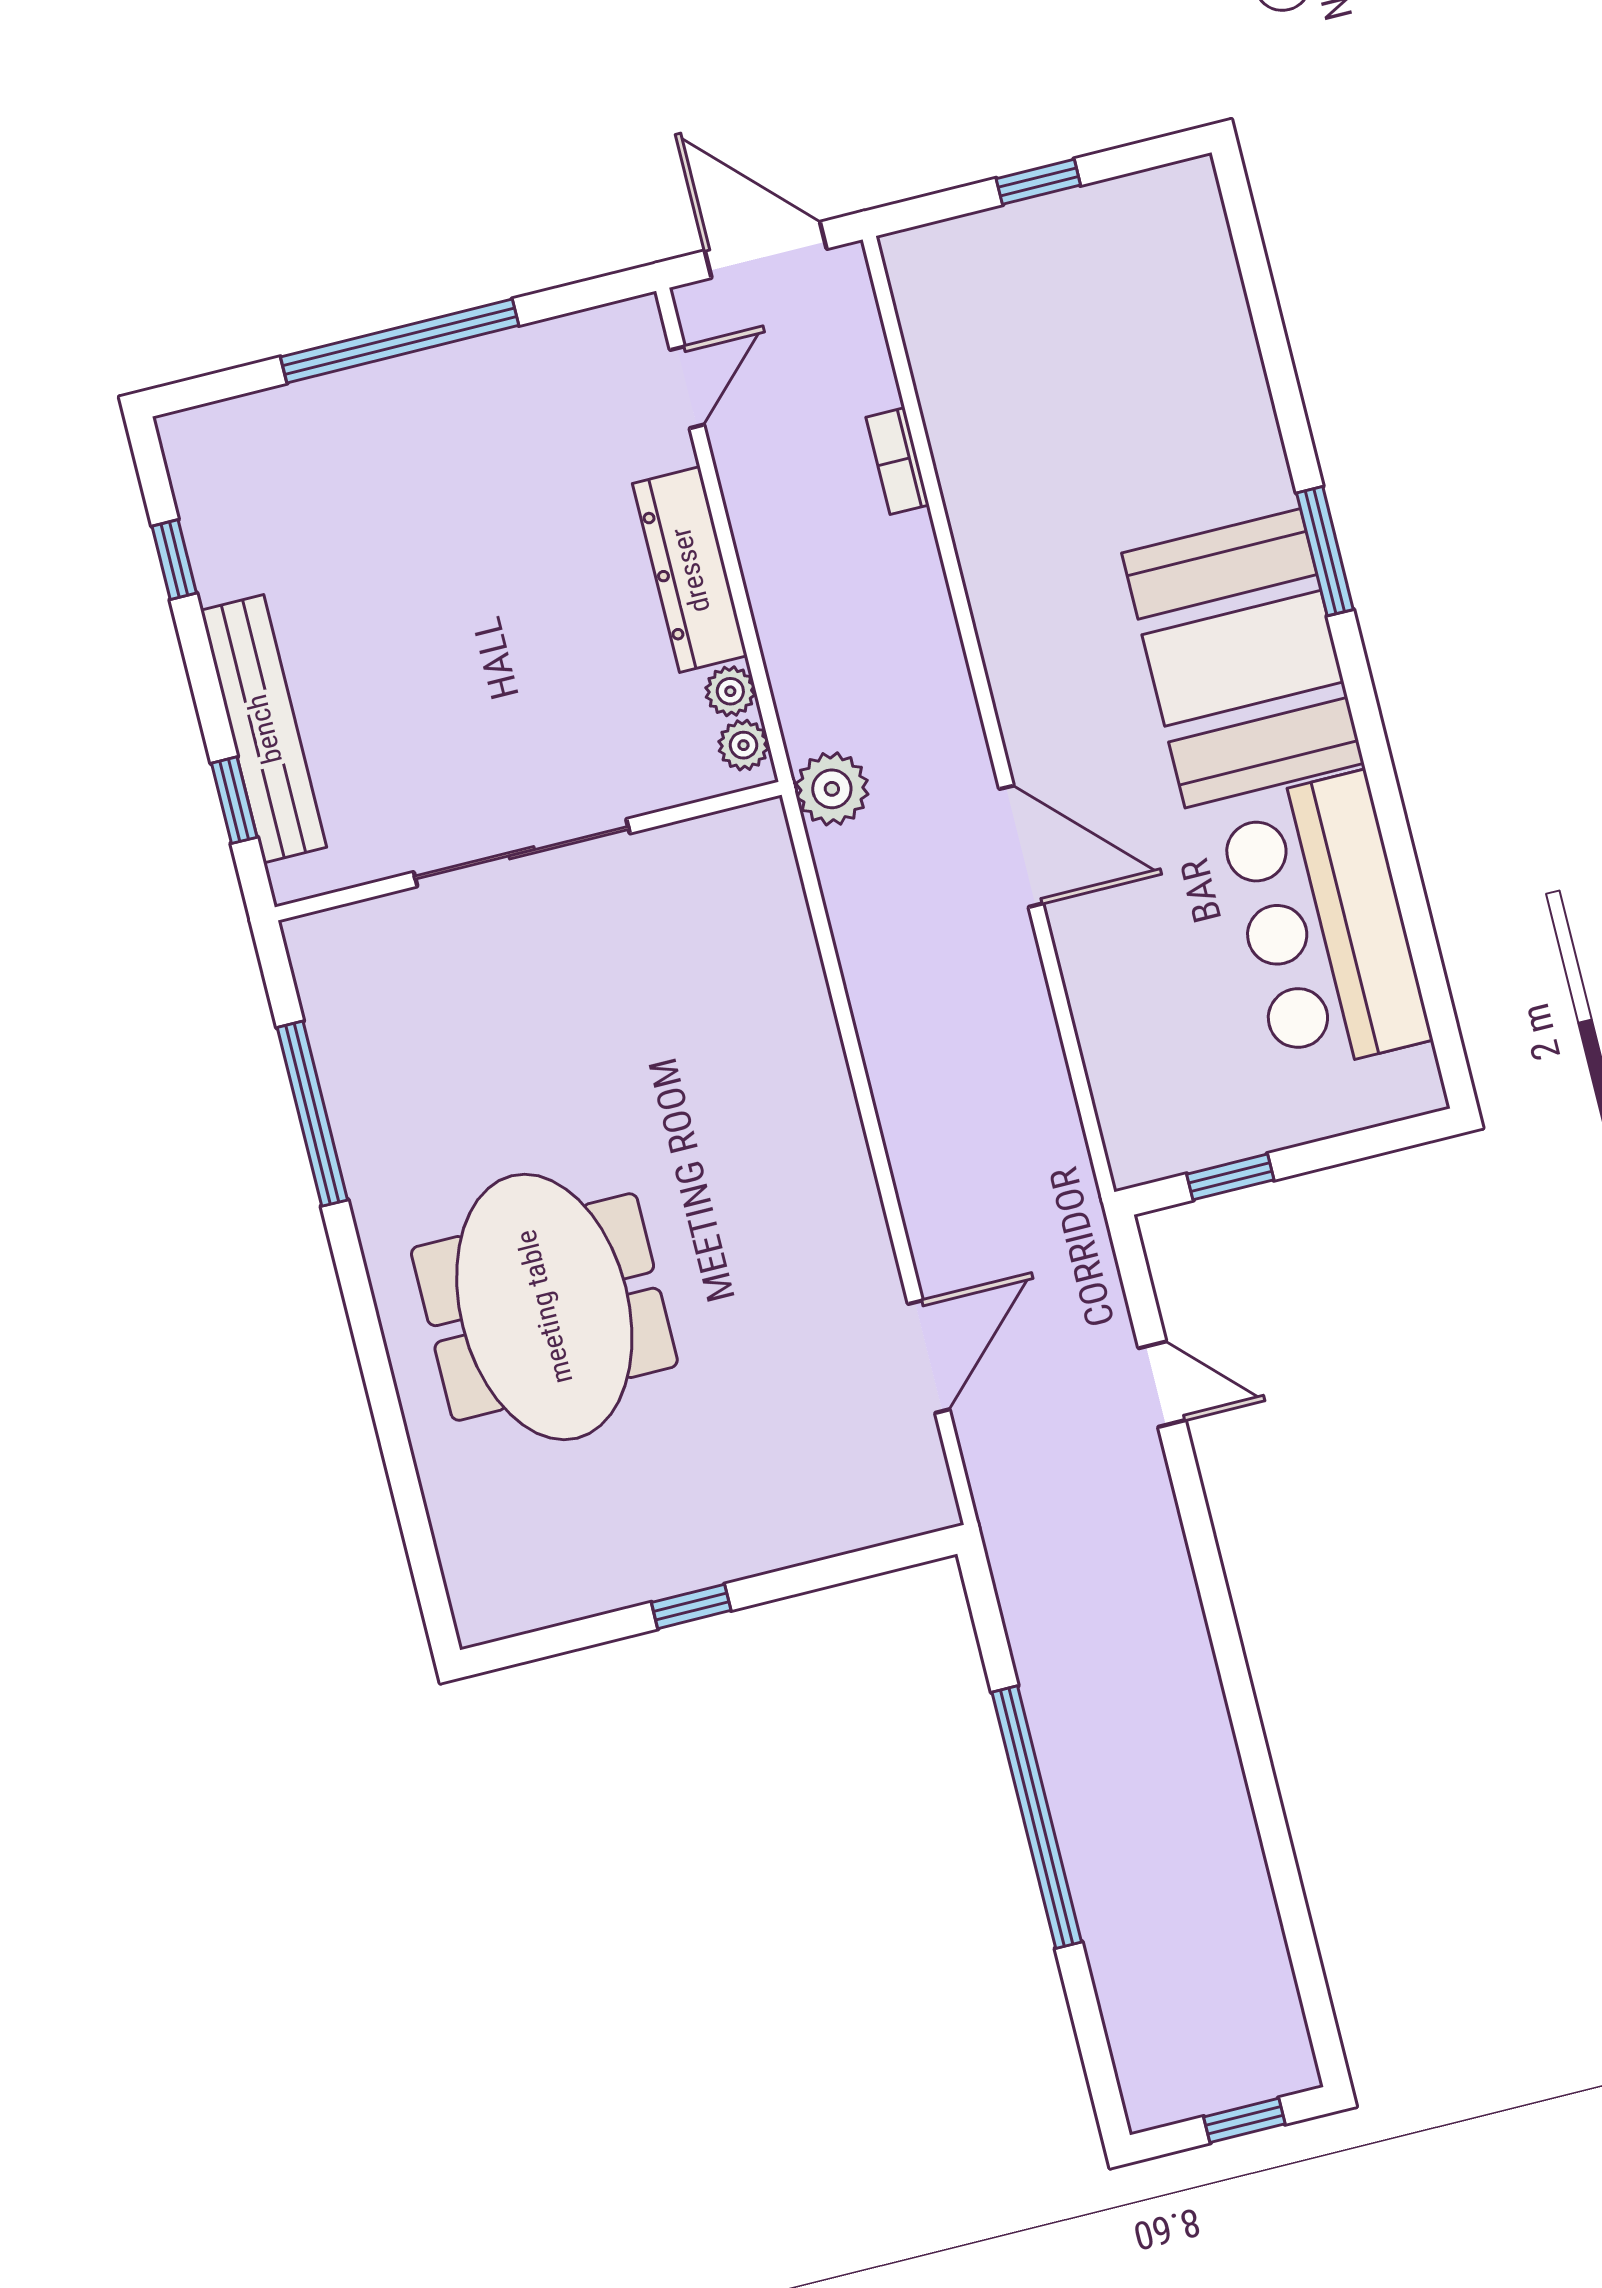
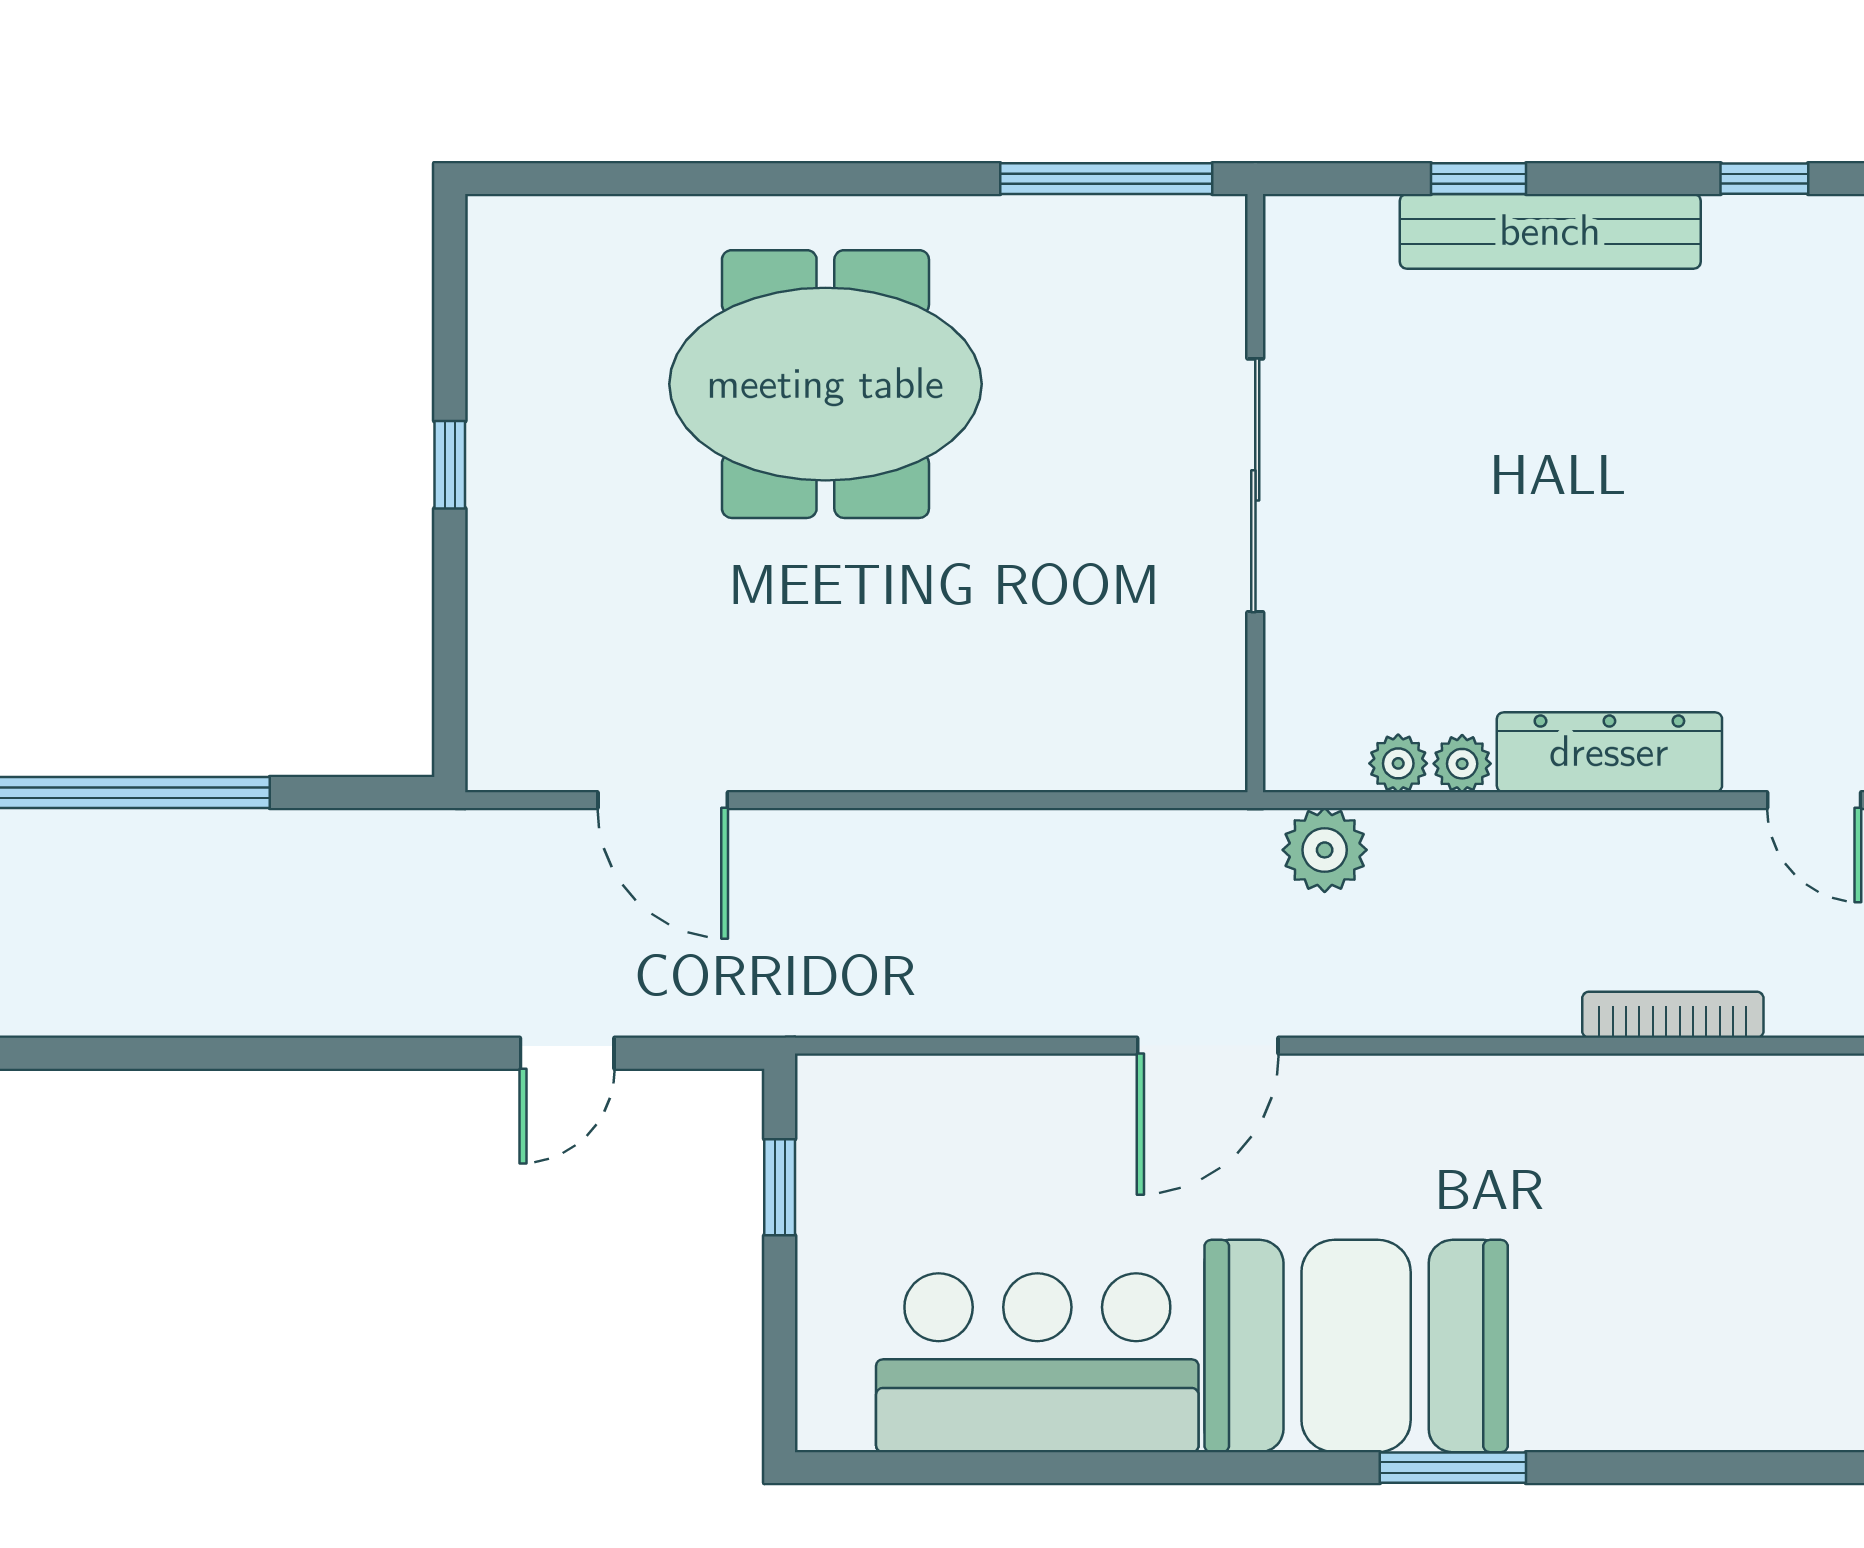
bookcase: (897, 461) -> (1673, 1015), width x1.56
wall: (528, 851) -> (1255, 493), moved
sliding door: (522, 853) -> (1255, 485), moved

